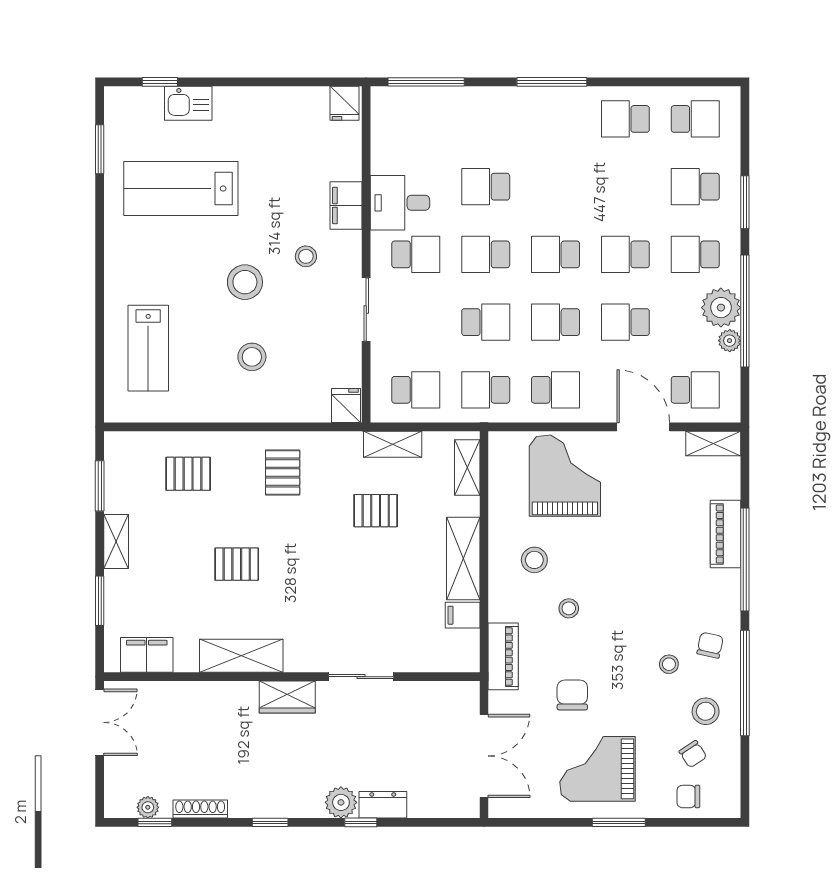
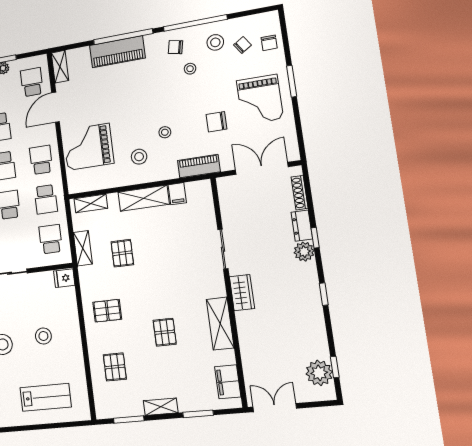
piano: (726, 534) -> (117, 52), width x1.37, depth x1.33
plant: (148, 807) -> (319, 373), width x1.87, depth x1.87
shoe rack: (200, 809) -> (300, 193), moved

